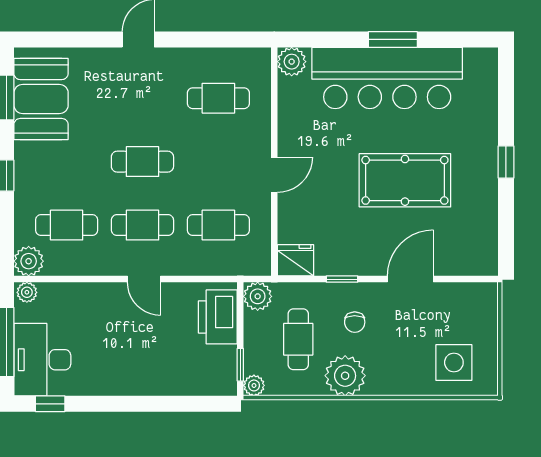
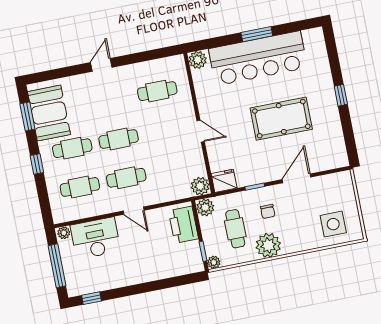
door: (274, 175) -> (201, 131), hinge flipped
cafe table: (218, 225) -> (72, 148), moved
plant: (29, 261) -> (200, 186), moved
desk: (42, 360) -> (96, 238), moved, turned 90

